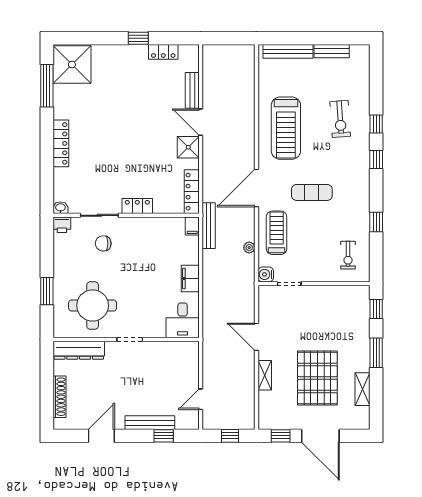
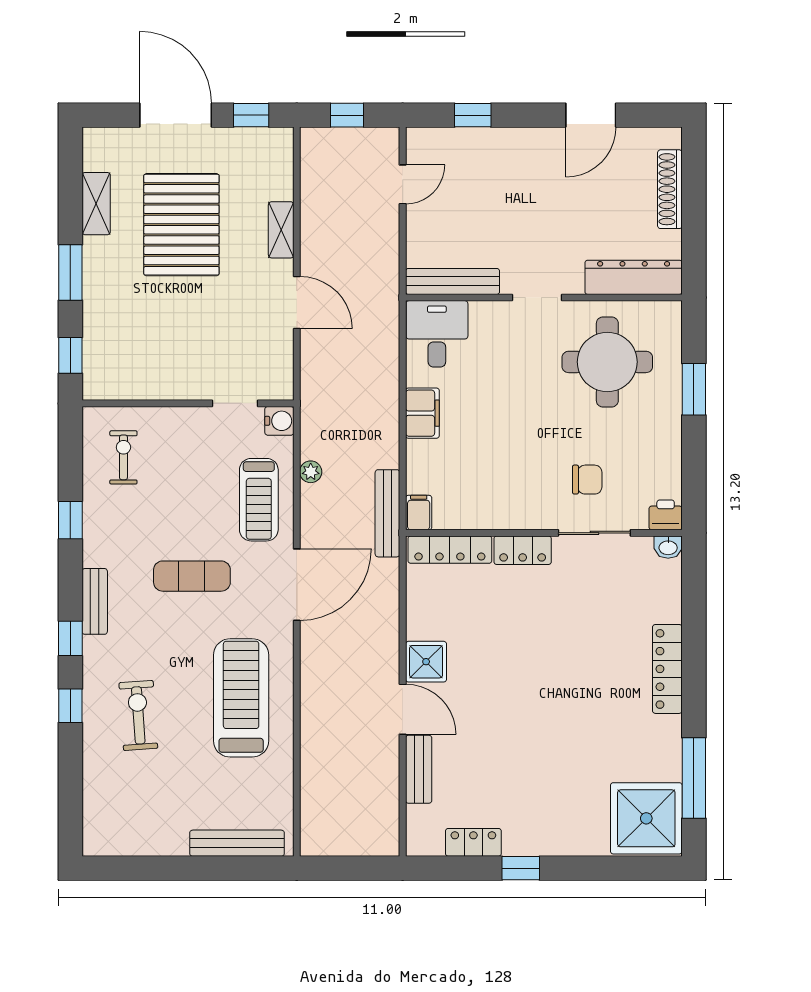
bench: (332, 51) -> (95, 601), moved, turned 90
locker: (192, 192) -> (450, 550), moved, turned 90
bench: (150, 423) -> (453, 281), moved

